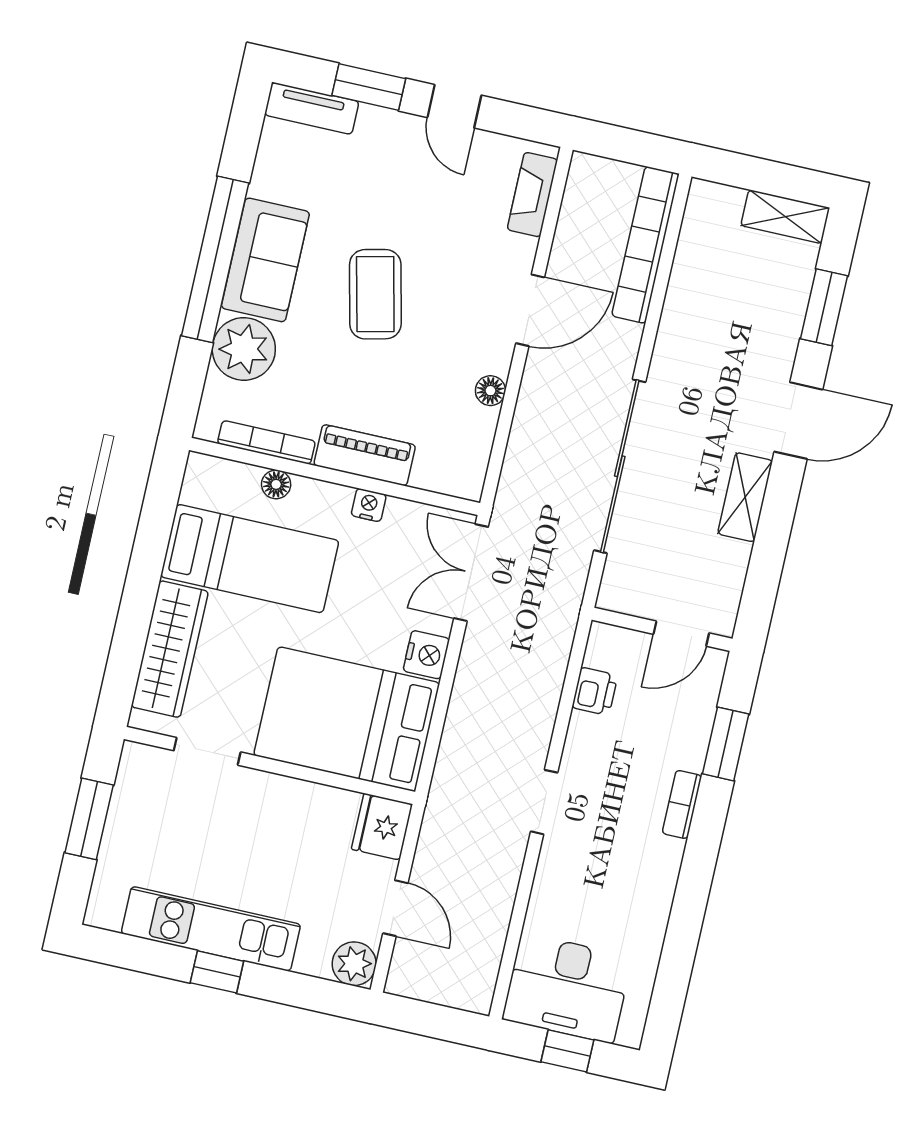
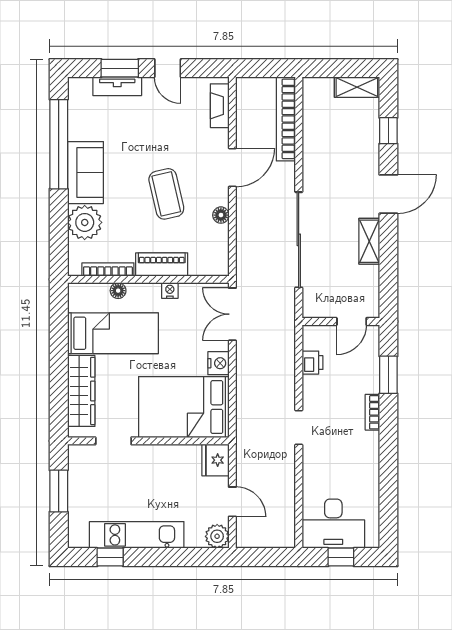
tv unit: (312, 108) -> (117, 86), moved
window: (215, 259) -> (59, 144), moved
coffee table: (375, 294) -> (166, 194), moved
window: (824, 307) -> (388, 131), width x0.67
window: (217, 972) -> (110, 557), moved

